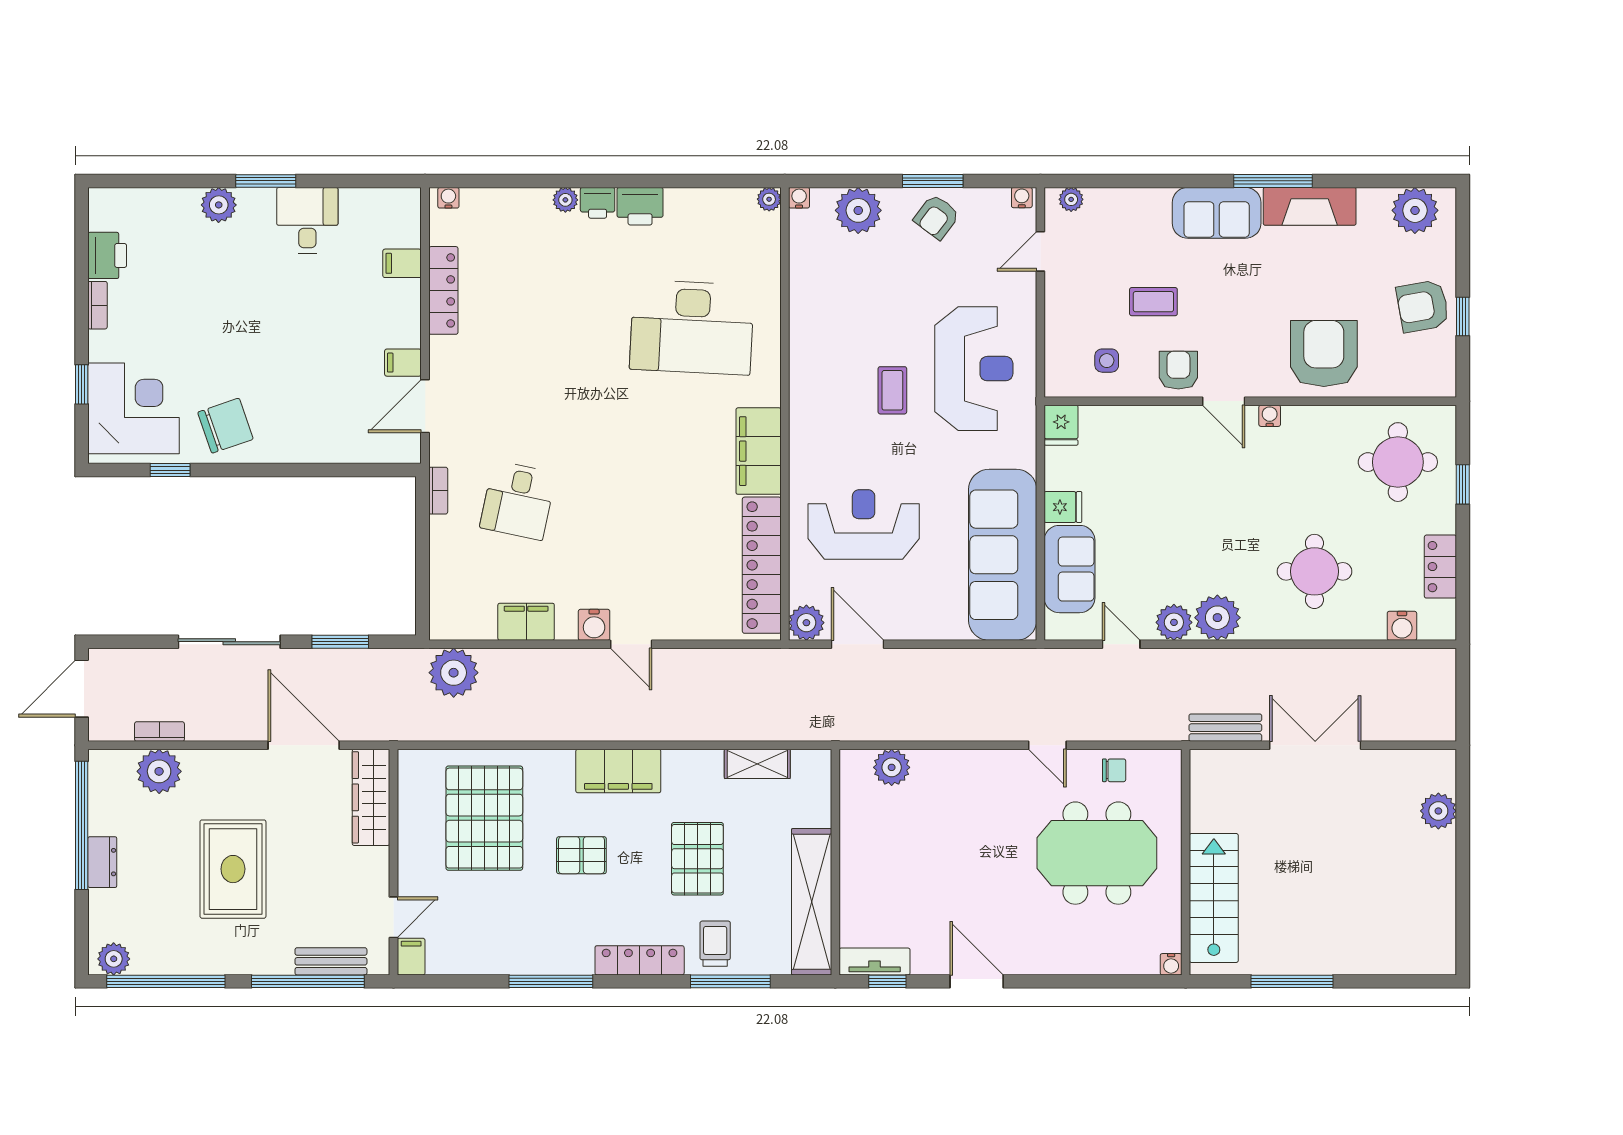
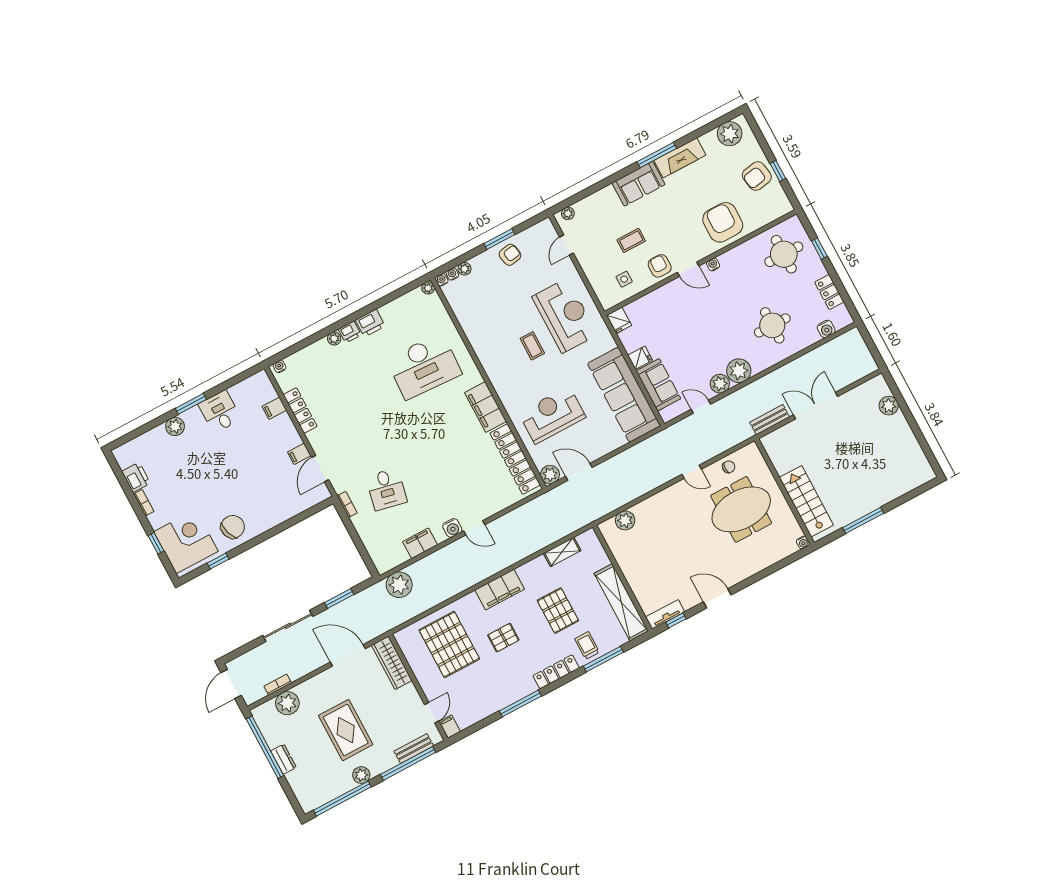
water cooler: (1022, 198) -> (452, 274), moved
plant: (858, 210) -> (464, 269), width x0.53, depth x0.53
armchair: (937, 217) -> (510, 255), turned -137
plant: (114, 959) -> (361, 775), moved

